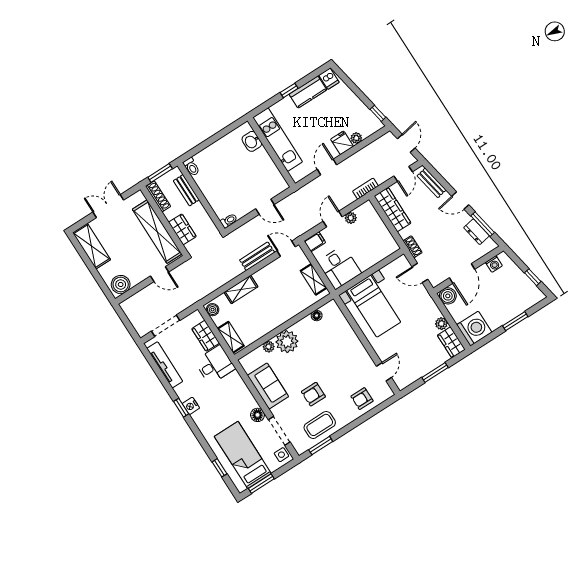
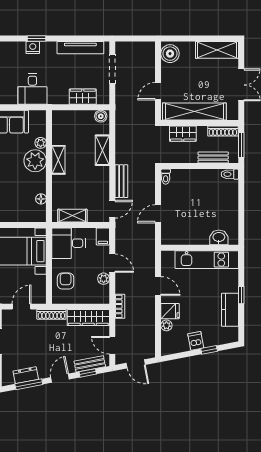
dishwasher: (329, 79) -> (196, 341), moved, turned 79
window: (378, 113) -> (209, 350), moved
window: (440, 180) -> (88, 373), added
shoe rack: (413, 247) -> (51, 314), width x1.43
armchair: (374, 249) -> (66, 281), added
shelving: (231, 337) -> (58, 160), moved, turned 90
desk: (215, 365) -> (32, 89), moved

